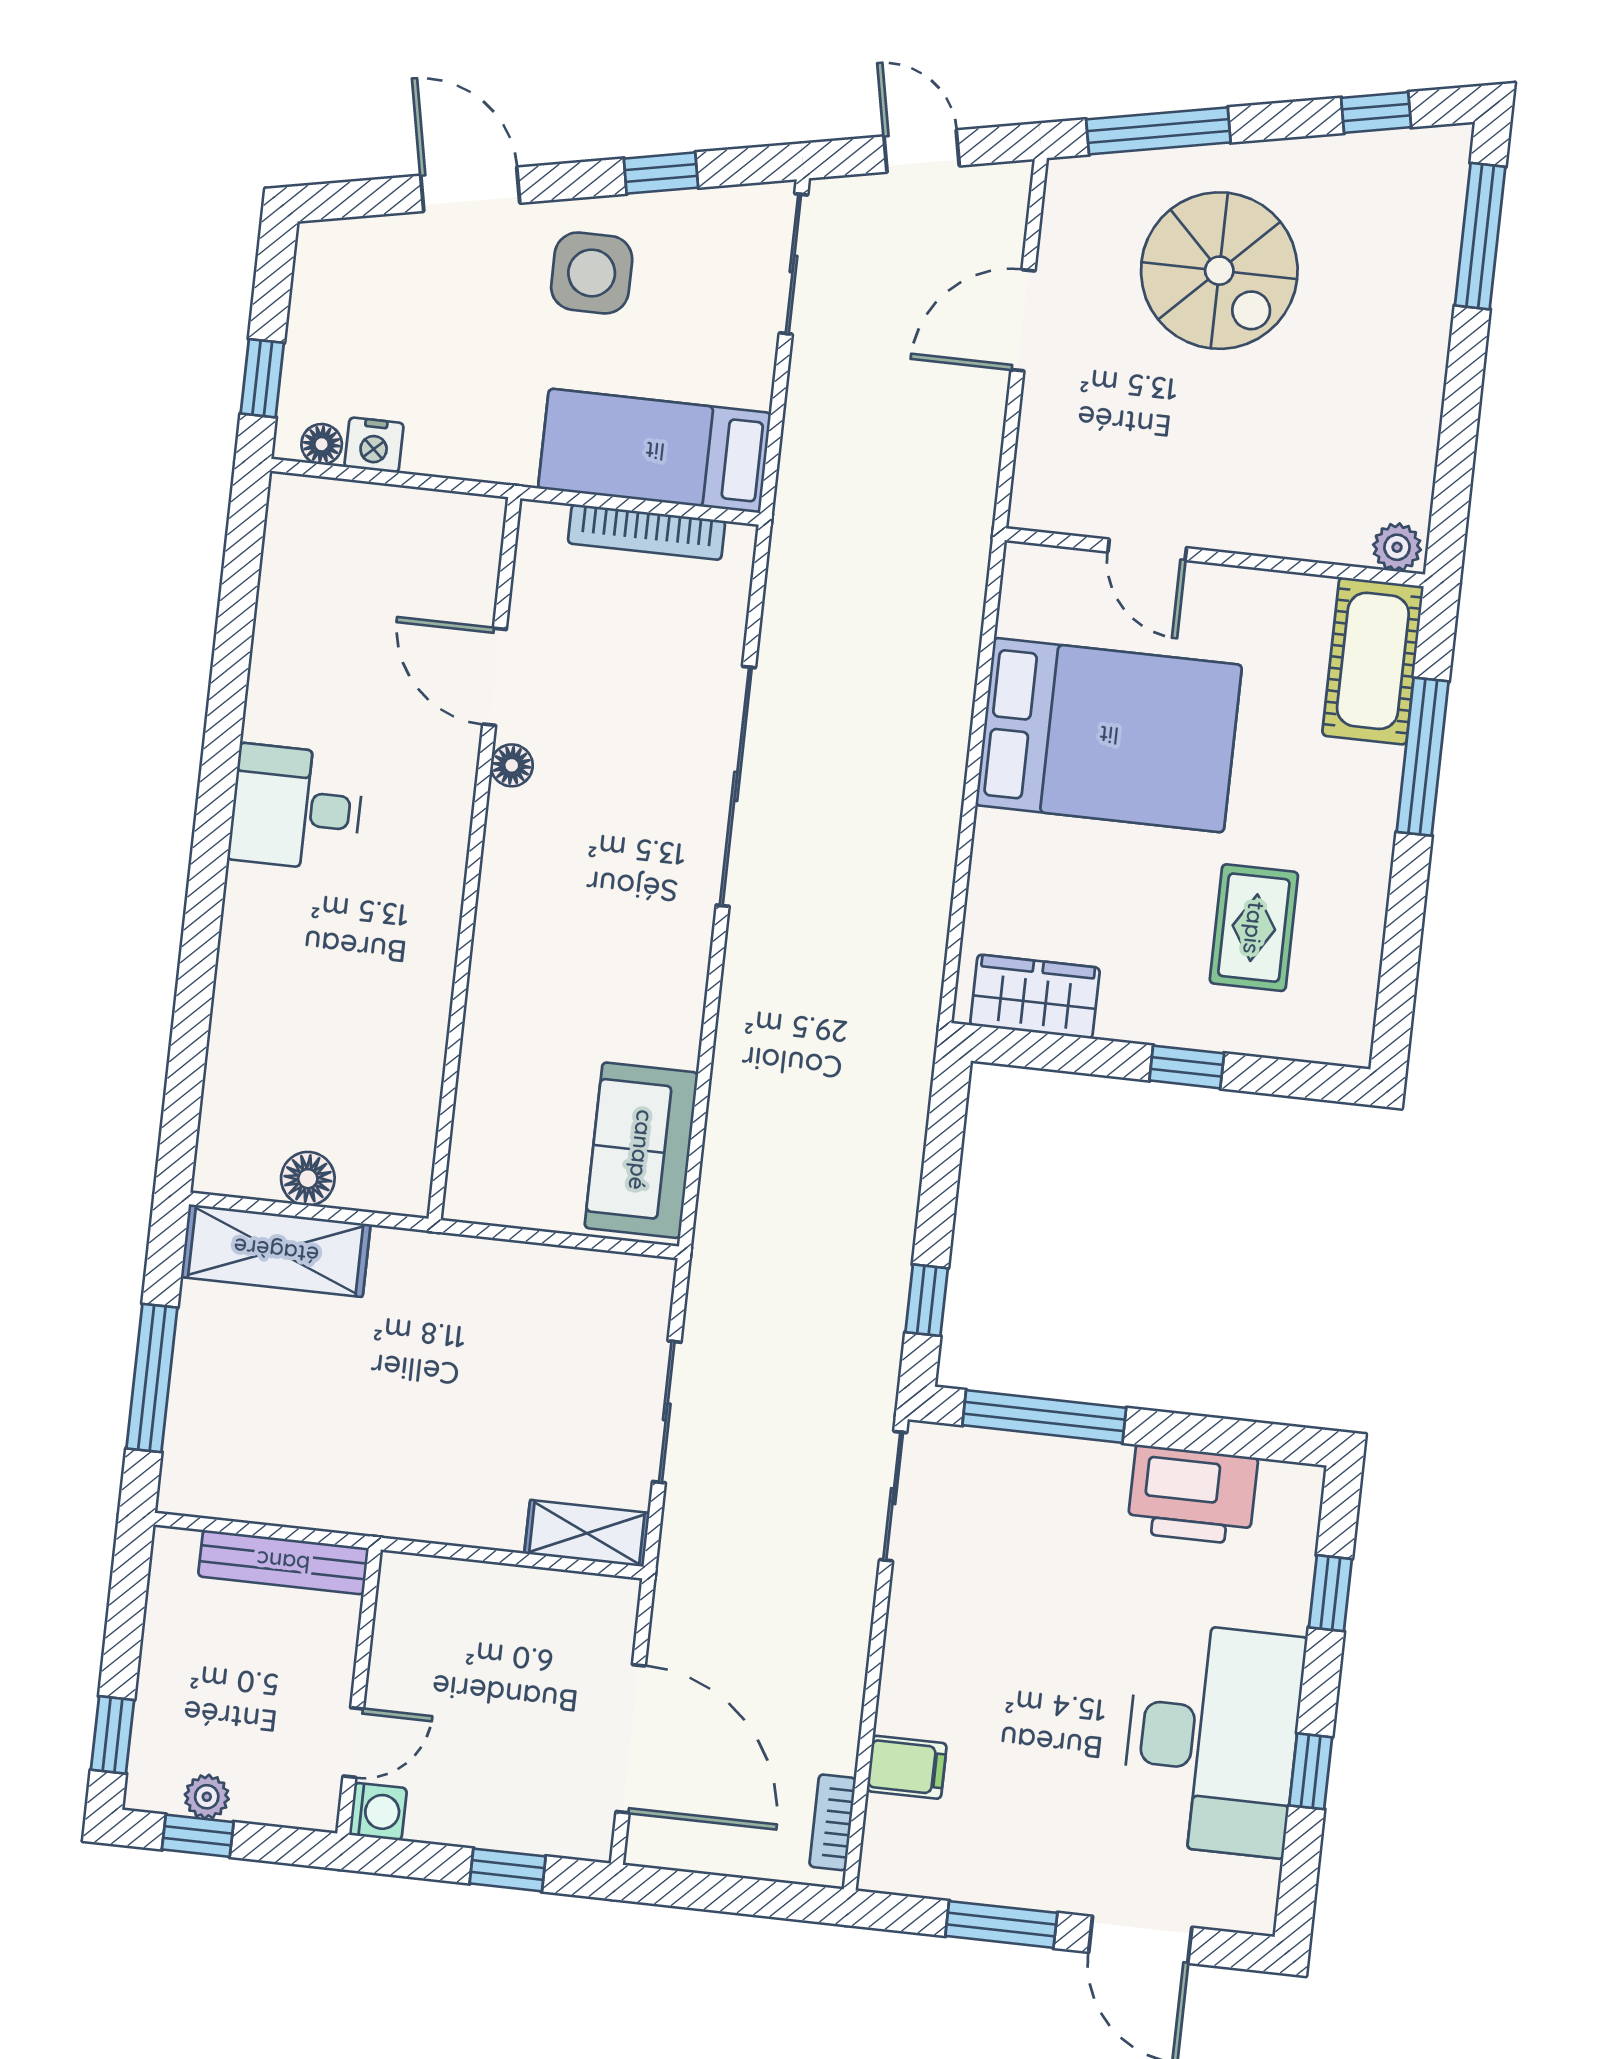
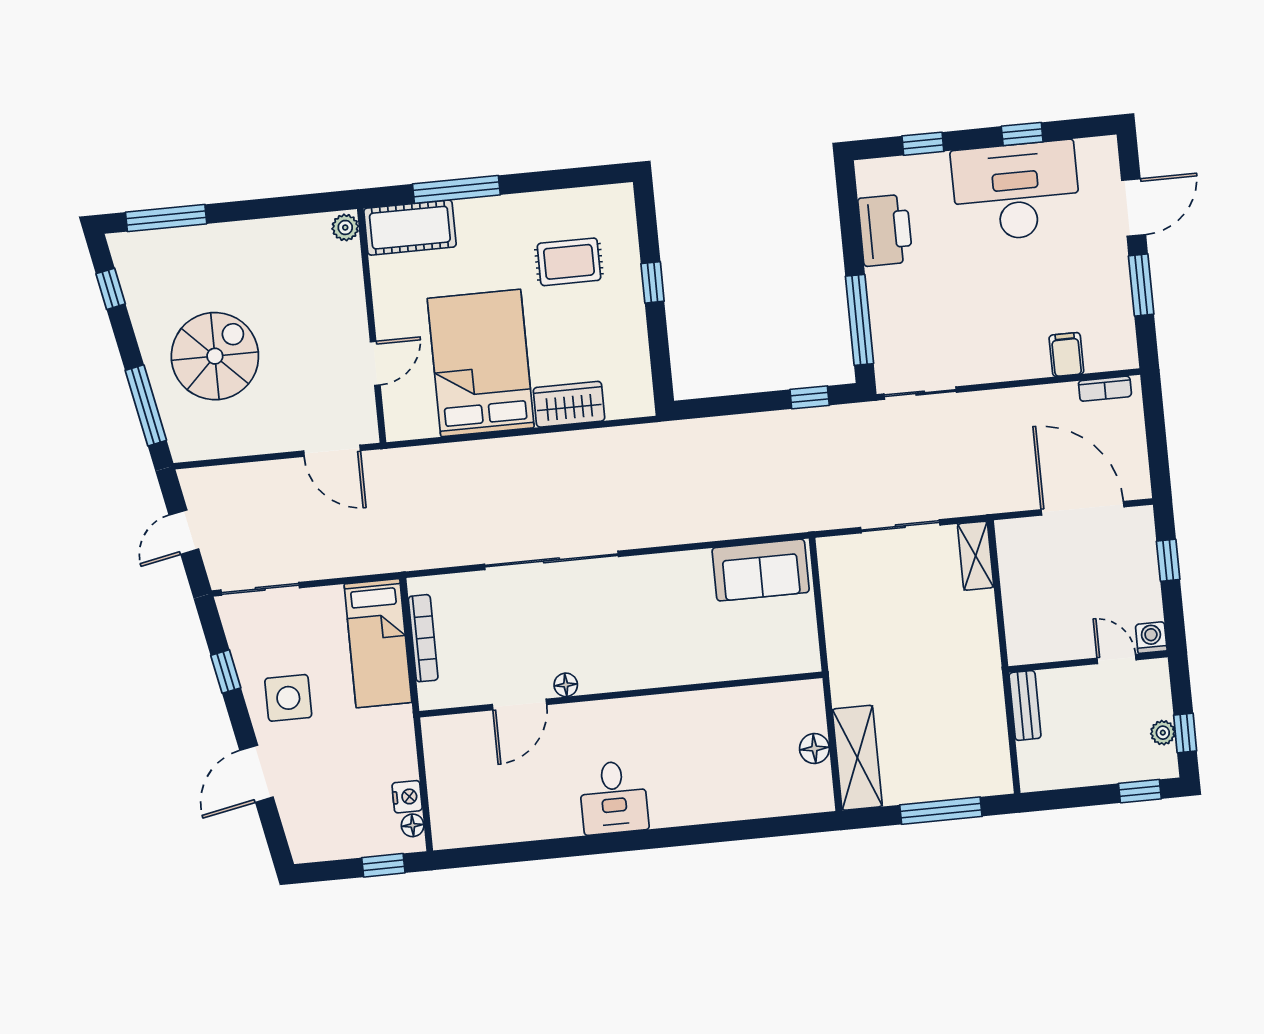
door: (1023, 320) -> (332, 451), moved
wardrobe: (1035, 997) -> (569, 404), moved, turned 90
bench: (283, 1562) -> (1025, 705), width x0.73
door: (631, 1739) -> (1082, 508), hinge flipped

